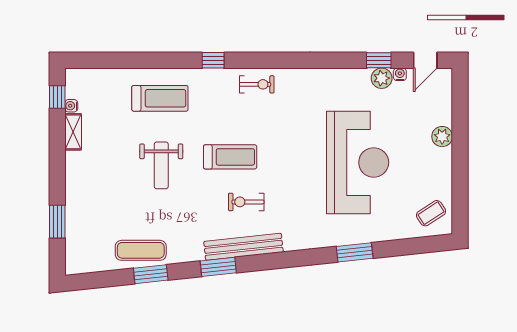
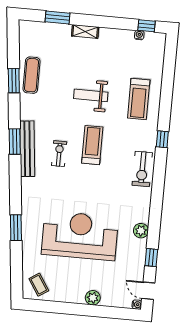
water cooler: (400, 74) -> (137, 305), moved
plant: (382, 78) -> (141, 231), moved
exercise bike: (257, 84) -> (142, 169), width x1.38, depth x1.39
shelving: (73, 132) -> (85, 31), moved
treadmill: (230, 157) -> (92, 145), turned 180
reception desk: (358, 162) -> (80, 236), turned 180
window: (218, 267) -> (15, 142), moved

